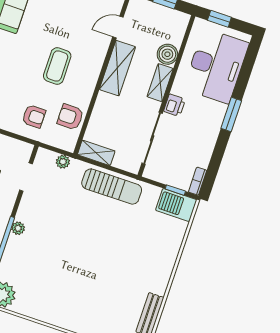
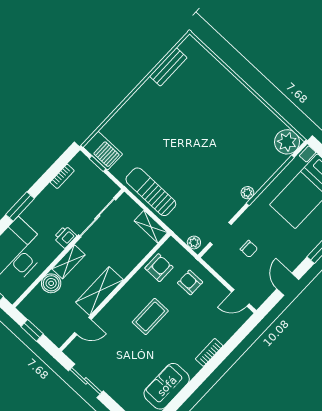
armchair: (70, 117) -> (159, 268), turned -90
plant: (63, 162) -> (194, 242), moved
bookcase: (198, 181) -> (62, 176), moved

